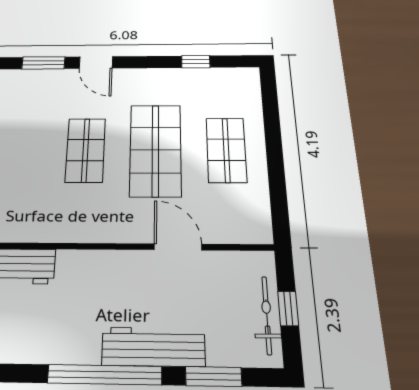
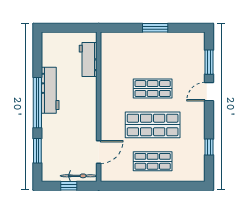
door: (178, 247) -> (99, 152), moved
bicycle: (267, 315) -> (79, 176), moved
workbench: (153, 347) -> (50, 90), moved

